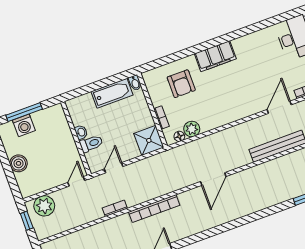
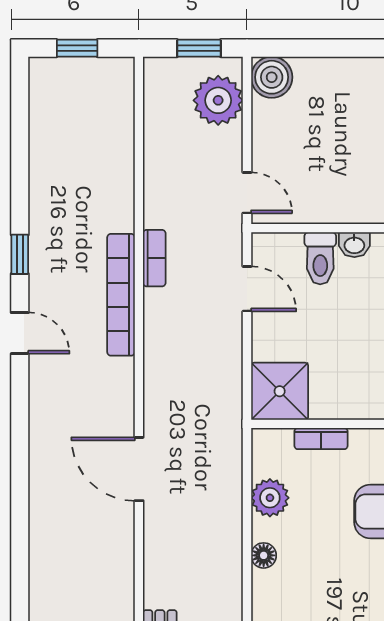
floor lamp: (179, 136) -> (264, 555), moved
boiler: (19, 163) -> (272, 77), moved
door: (213, 179) -> (139, 469), moved
bookcase: (154, 209) -> (121, 295), moved

